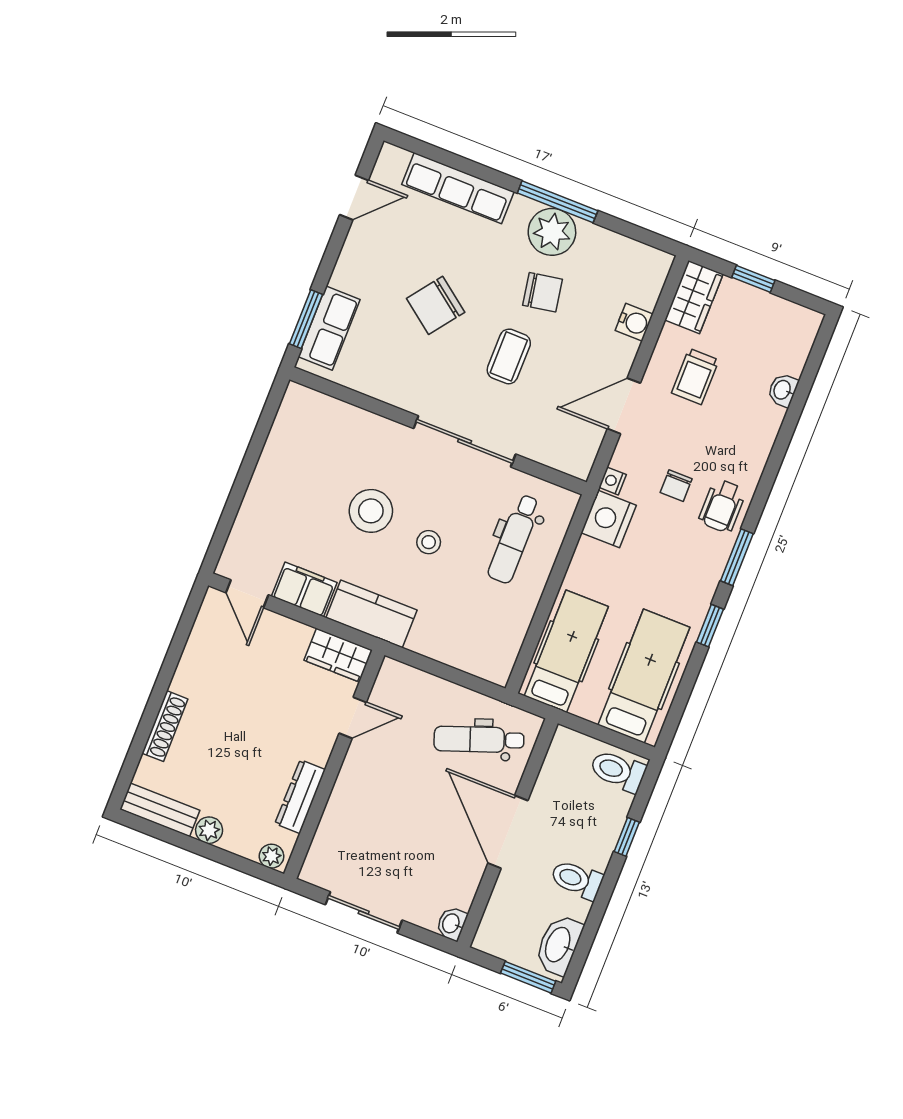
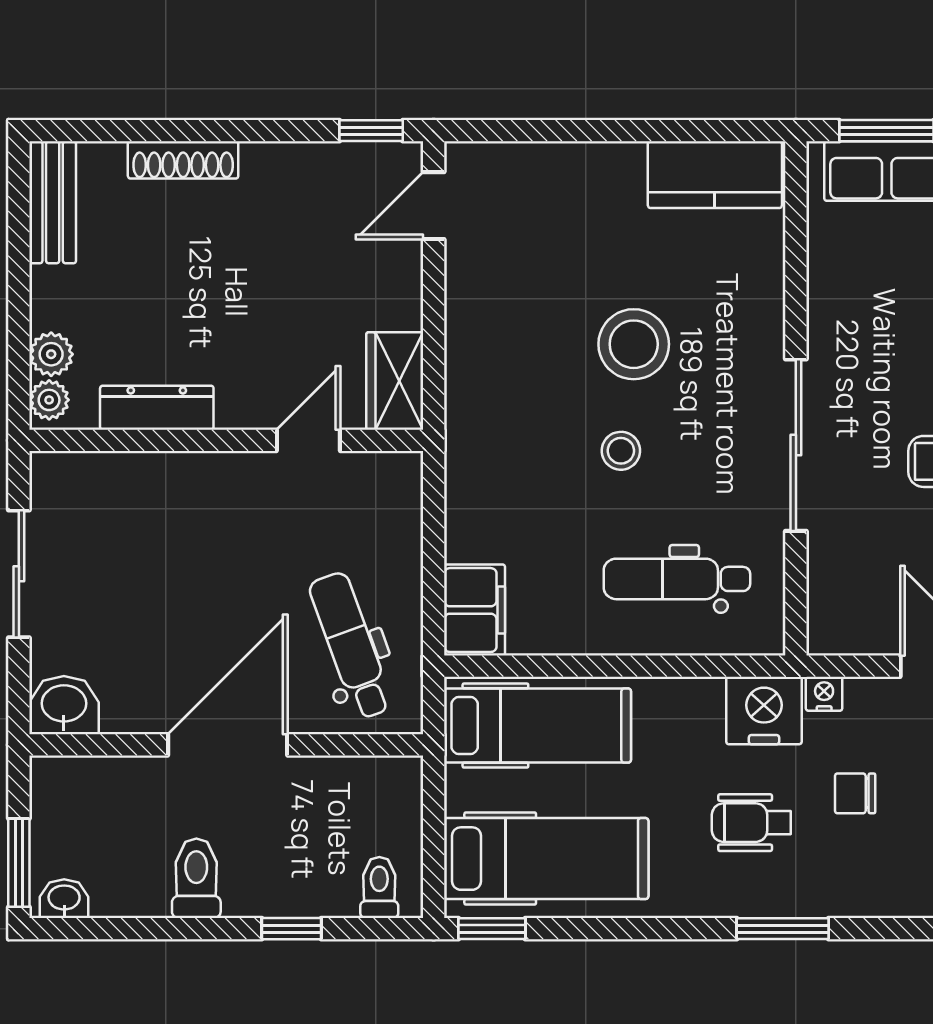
wheelchair: (722, 506) -> (751, 823), moved
filing cabinet: (304, 589) -> (475, 610), moved
window: (190, 612) -> (371, 131), added
kitchen counter: (371, 614) -> (715, 175), moved, turned 90
window: (710, 626) -> (492, 929), moved
door: (353, 718) -> (308, 440), swing flipped
toilet: (618, 771) -> (379, 887), width x0.73, depth x0.72
plant: (209, 830) -> (51, 354), moved
washbasin: (452, 924) -> (64, 705), width x1.38, depth x1.45
washbasin: (559, 945) -> (64, 899), width x0.52, depth x0.69

